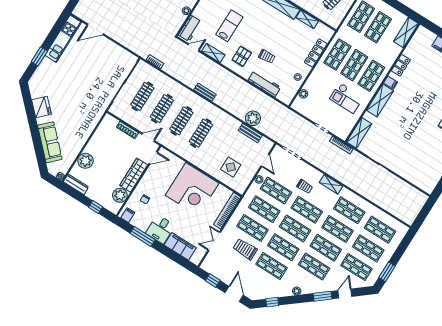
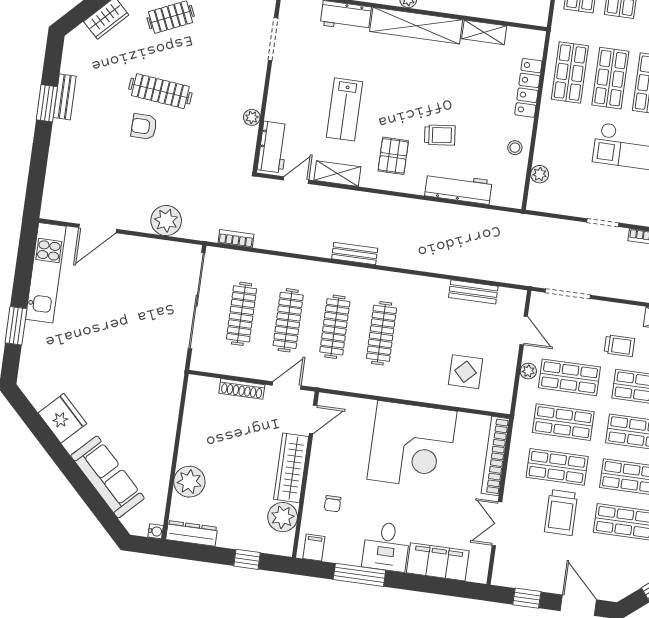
lab bench: (229, 26) -> (345, 109), turned 180
plant: (253, 118) -> (166, 221), moved
trolley: (245, 249) -> (561, 513), turned -90

